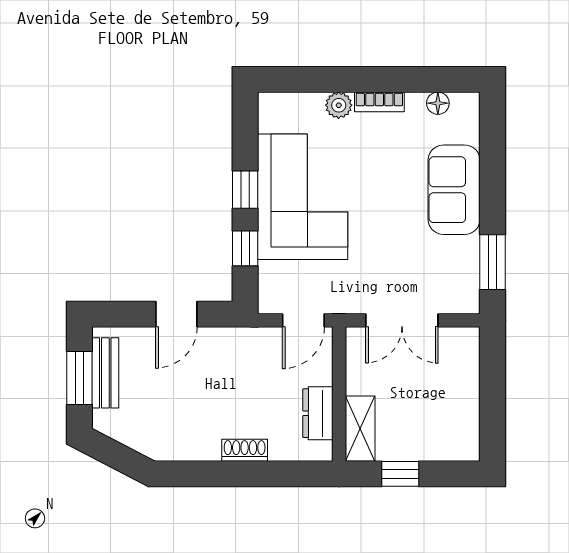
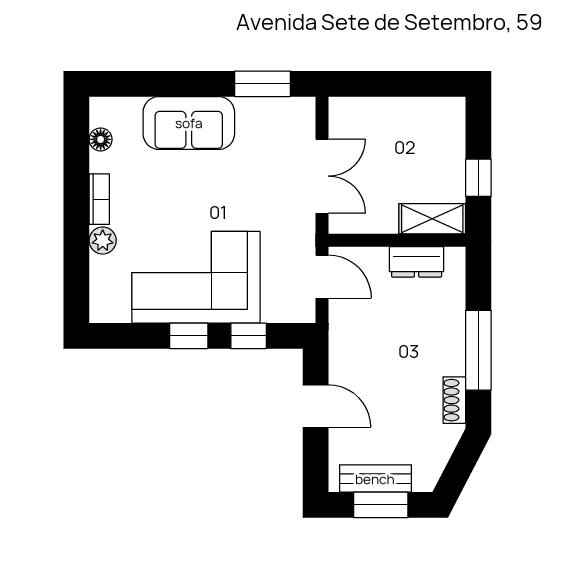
shoe rack: (245, 450) -> (454, 400), moved
window: (231, 474) -> (478, 350), added

